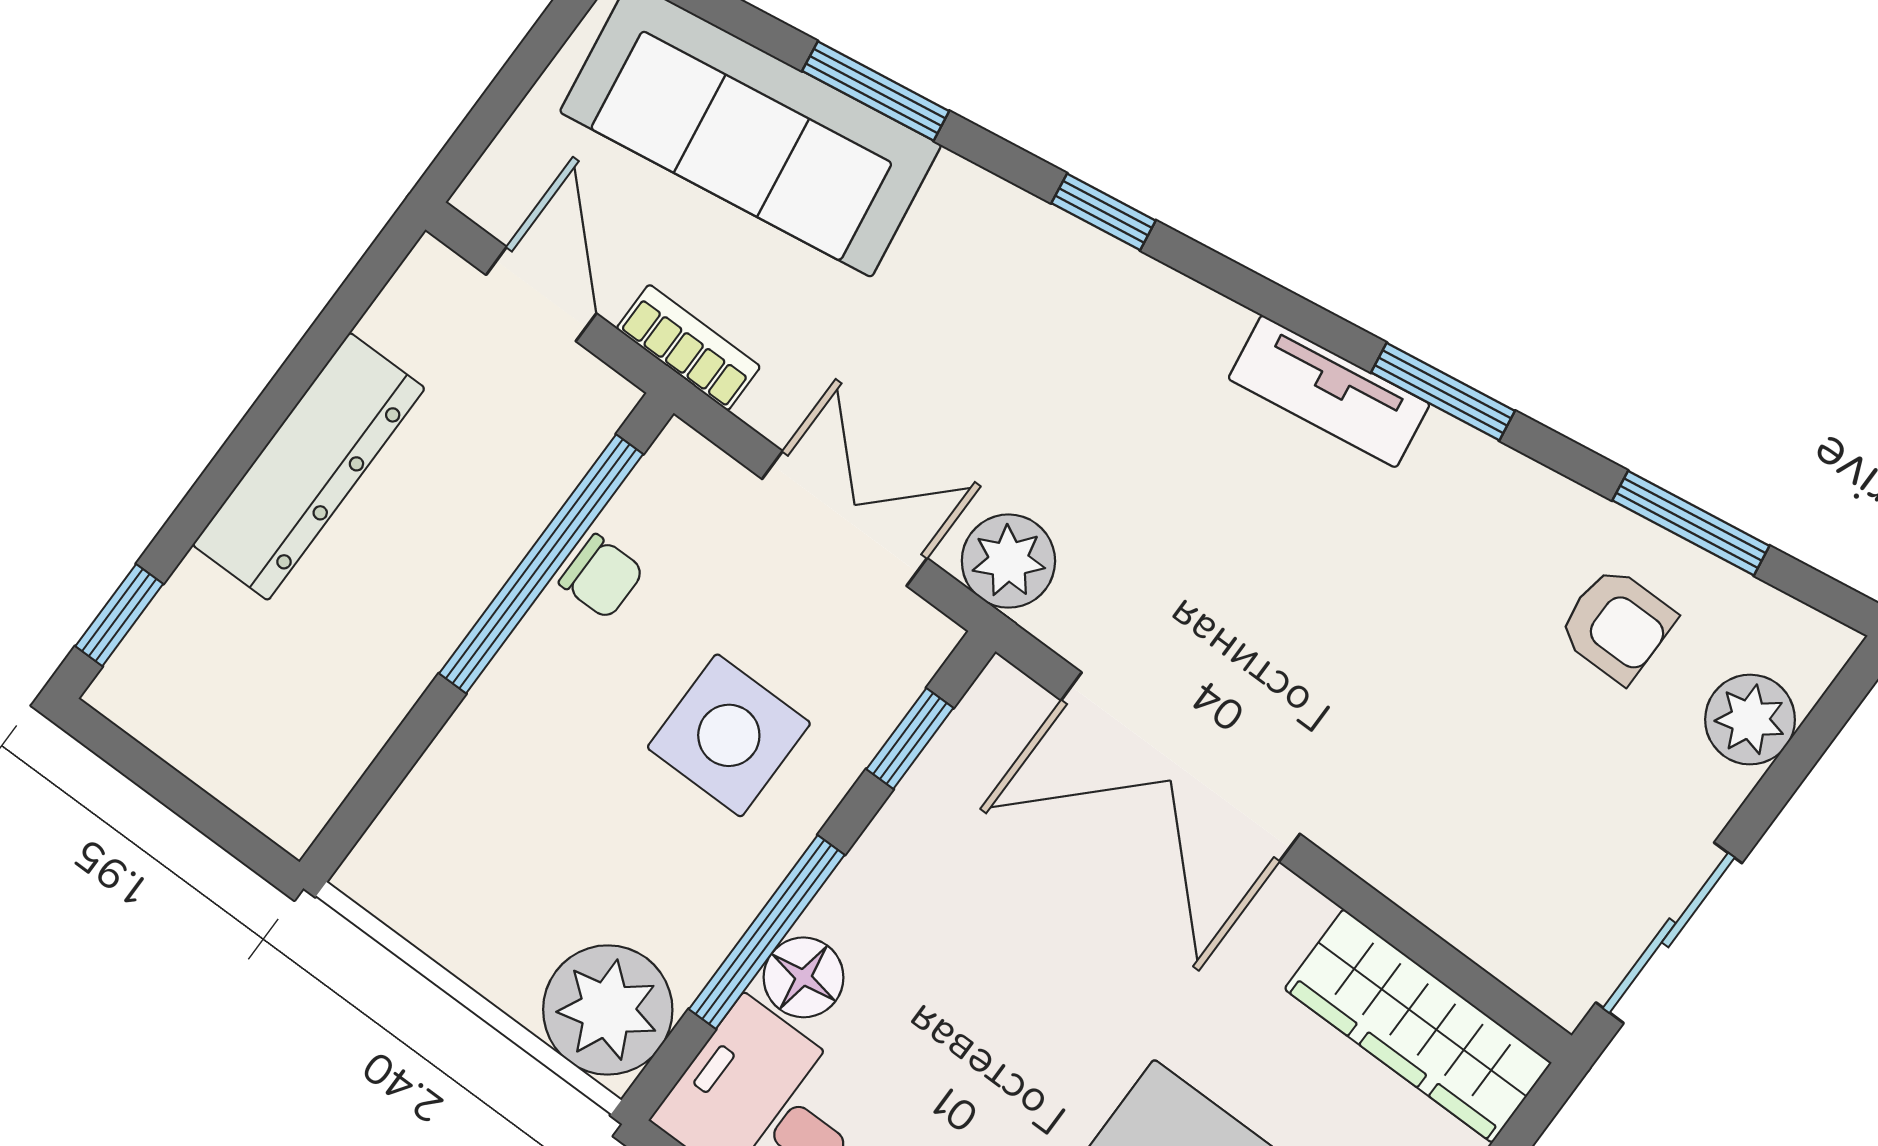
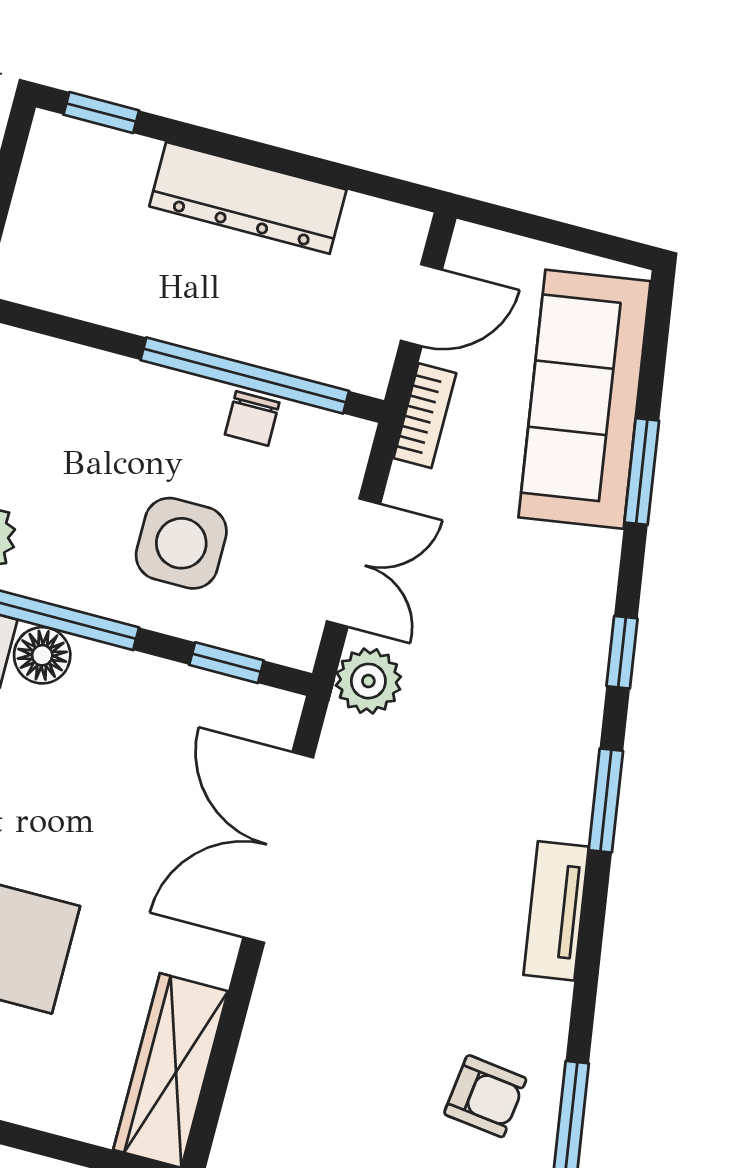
tv unit: (1329, 391) -> (556, 911), moved
window: (1443, 392) -> (606, 800), moved
armchair: (1617, 625) -> (485, 1096), turned -83

